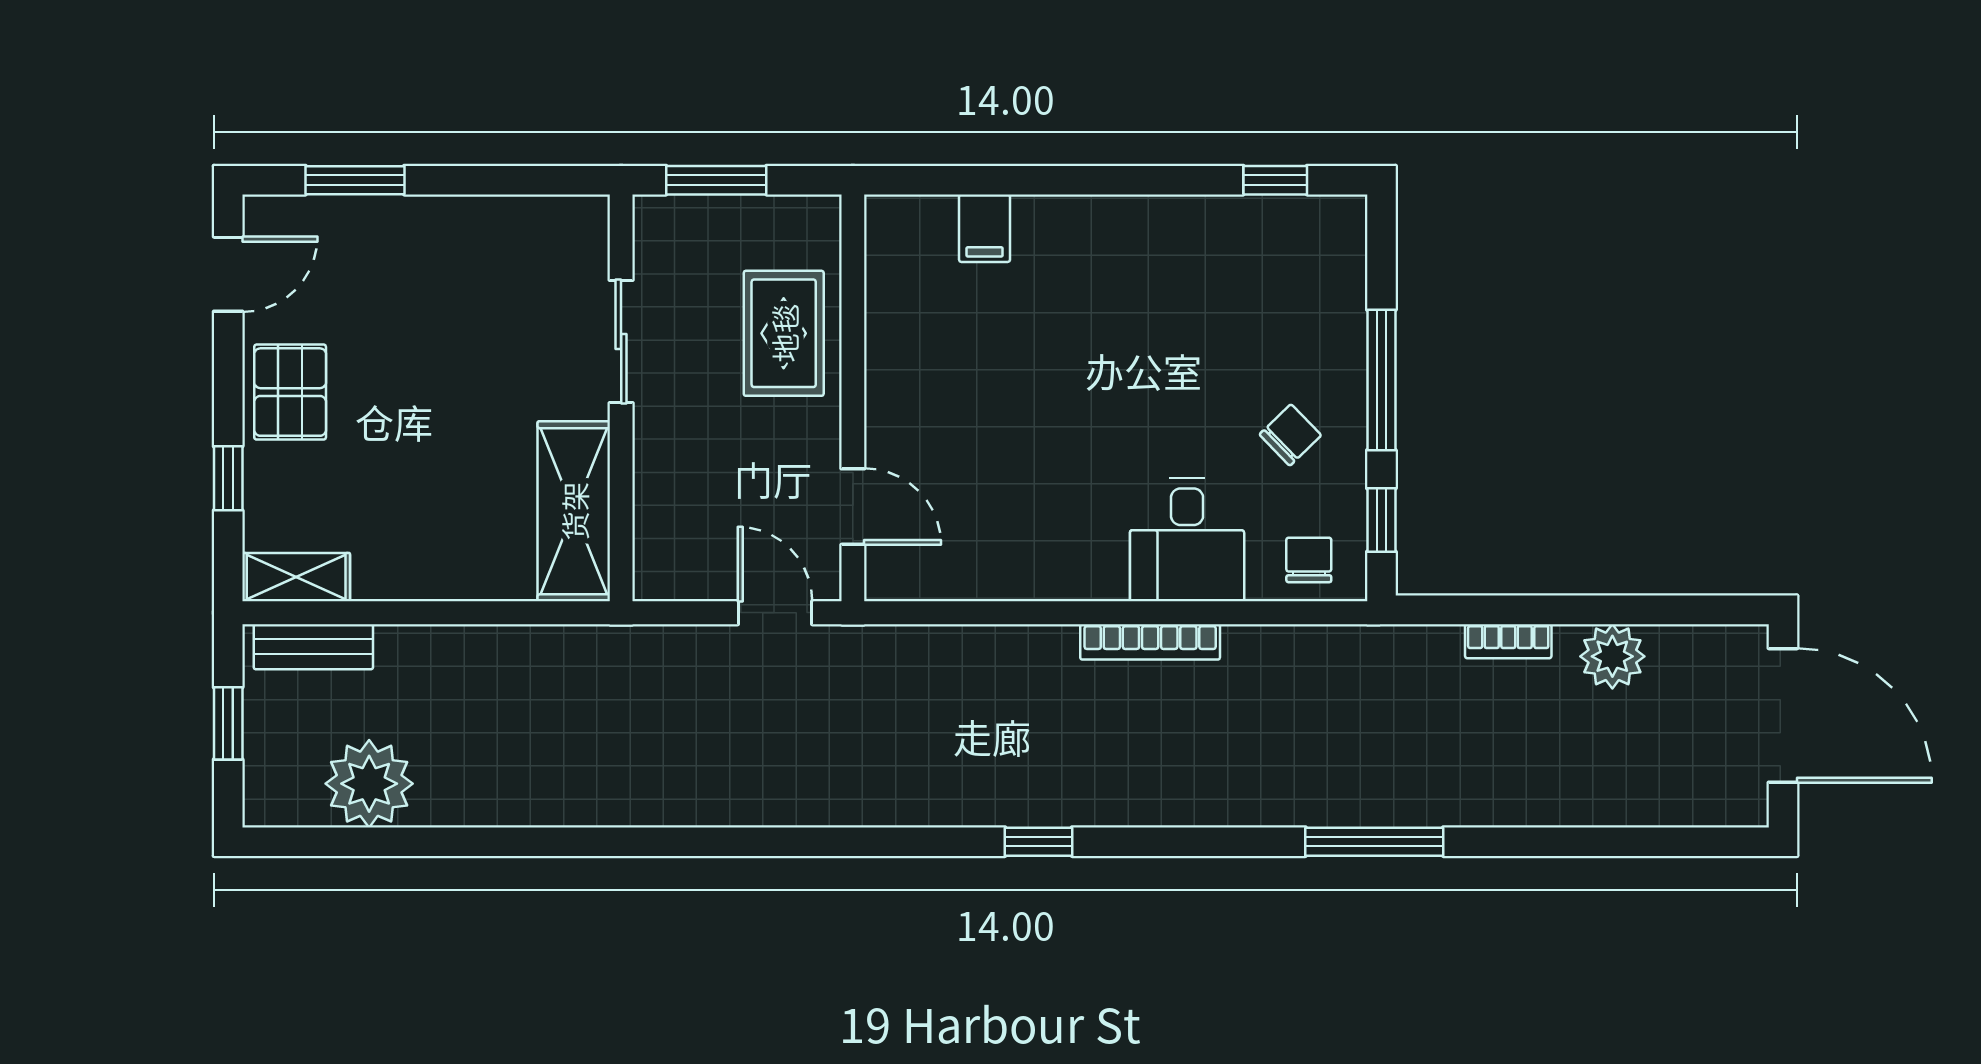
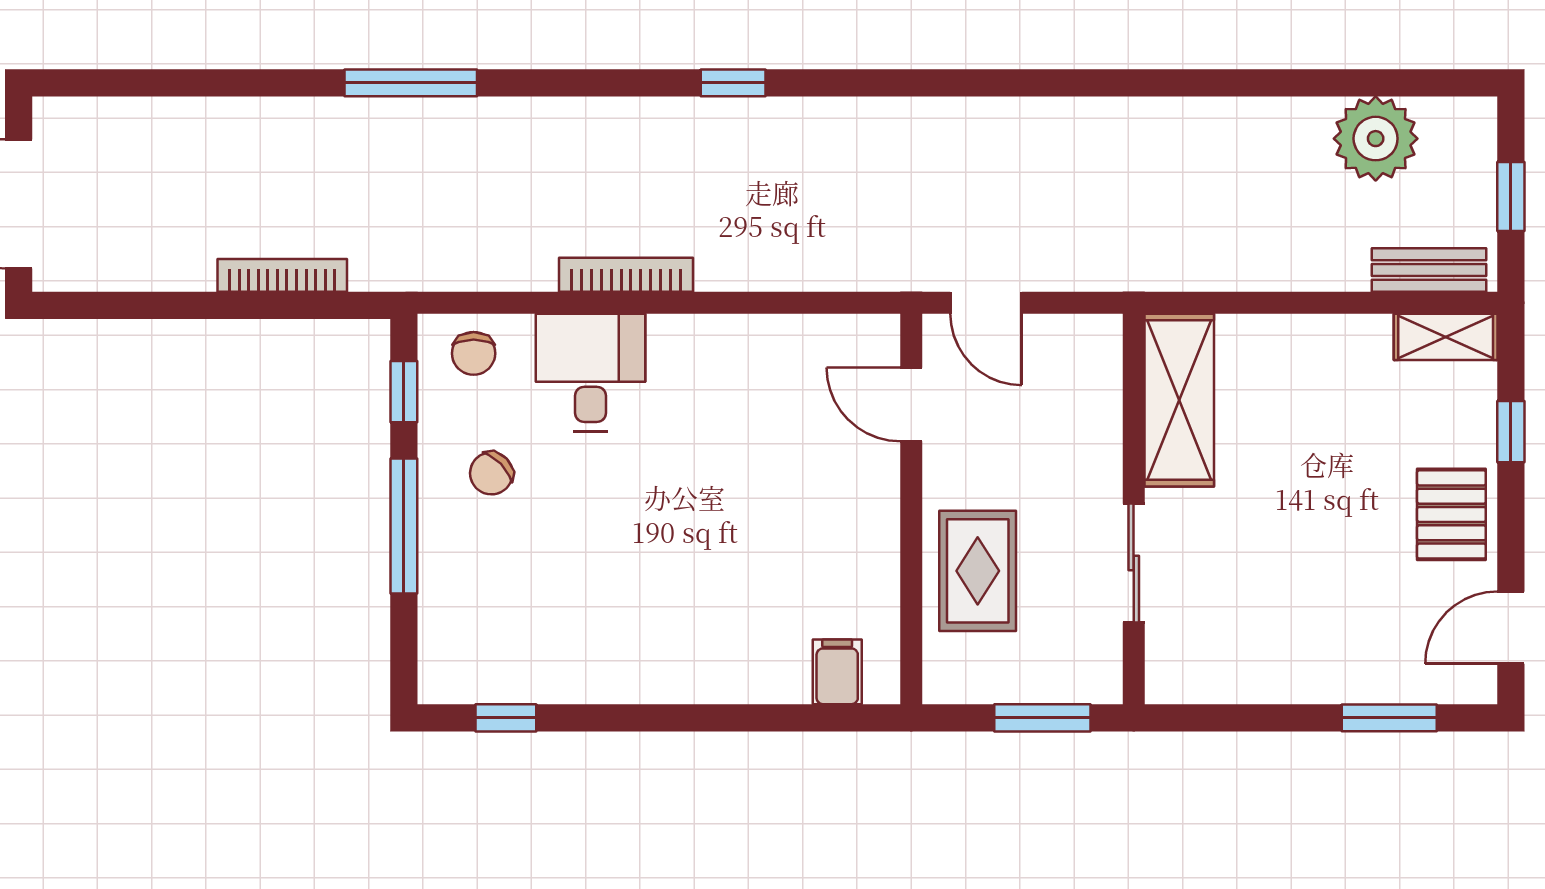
filing cabinet: (985, 228) -> (837, 672), moved
bookcase: (1508, 641) -> (282, 275), width x1.56
plant: (1612, 656) -> (182, 261), removed

